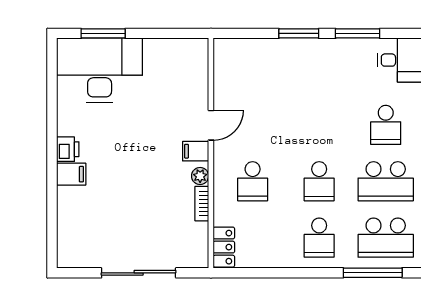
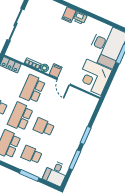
corner desk: (175, 68) -> (94, 77), added
school desk: (319, 125) -> (44, 127), added
school desk: (253, 181) -> (33, 89), width x1.85
school desk: (319, 181) -> (20, 117), width x1.85

